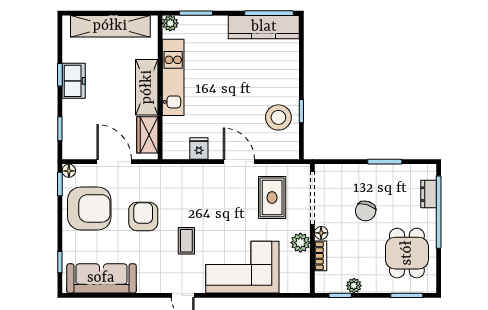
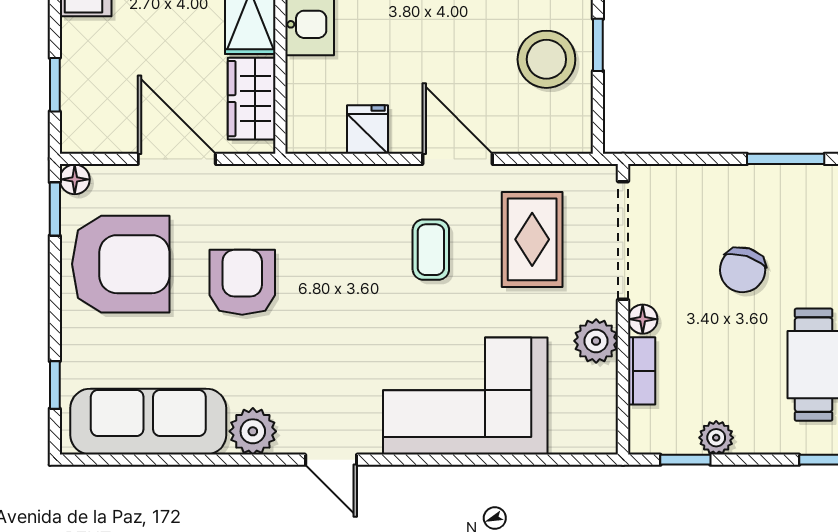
coffee table: (186, 241) -> (431, 250), moved
plant: (148, 283) -> (253, 431), added

